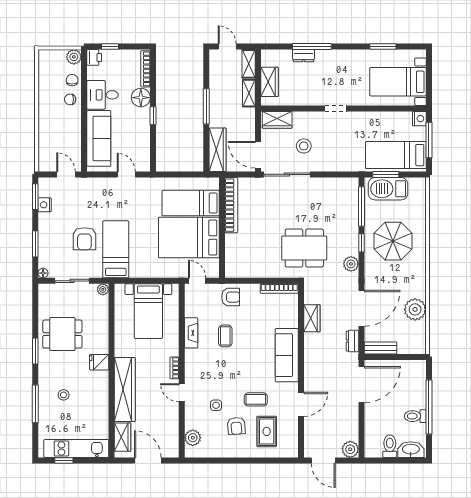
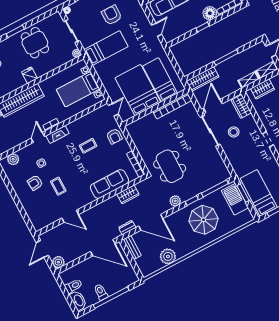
armchair: (84, 239) -> (112, 15), moved, turned 90
fireplace: (191, 333) -> (58, 134), moved
sofa: (287, 355) -> (109, 184), moved
rug: (267, 431) -> (42, 204), removed

